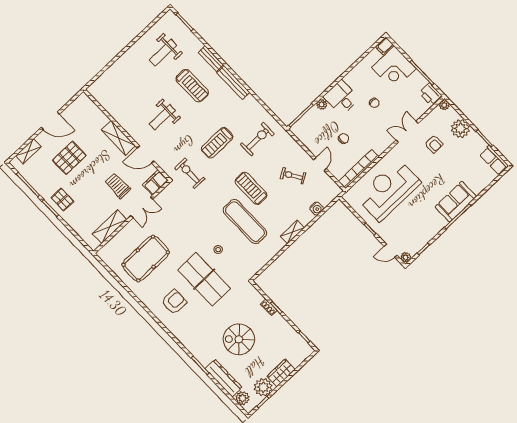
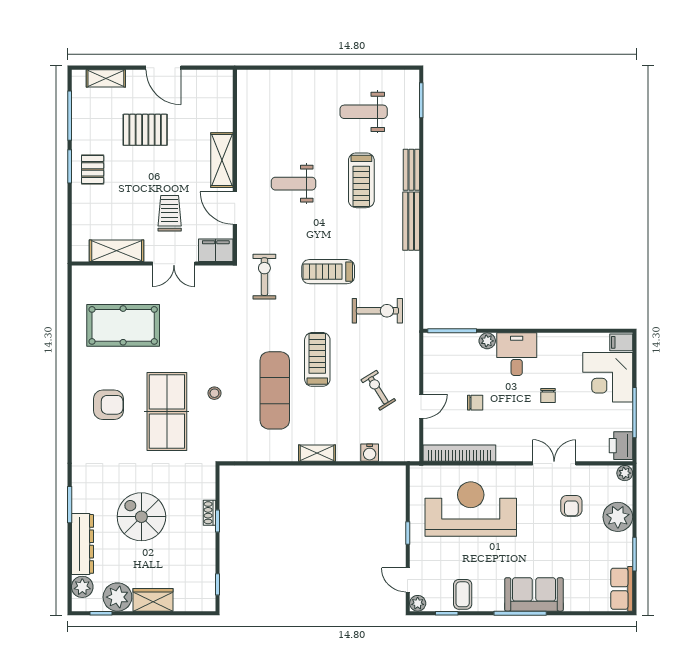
coffee table: (423, 233) -> (463, 594), added

